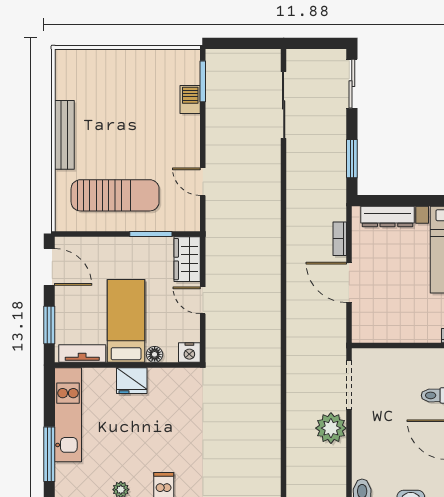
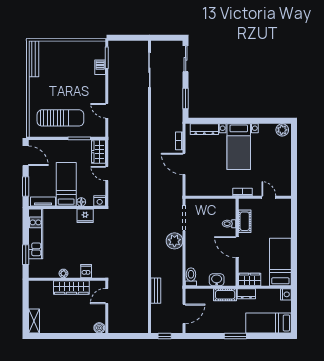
bench: (64, 135) -> (34, 59), moved
fridge: (132, 381) -> (85, 216), moved
window: (49, 454) -> (26, 255), width x0.69

